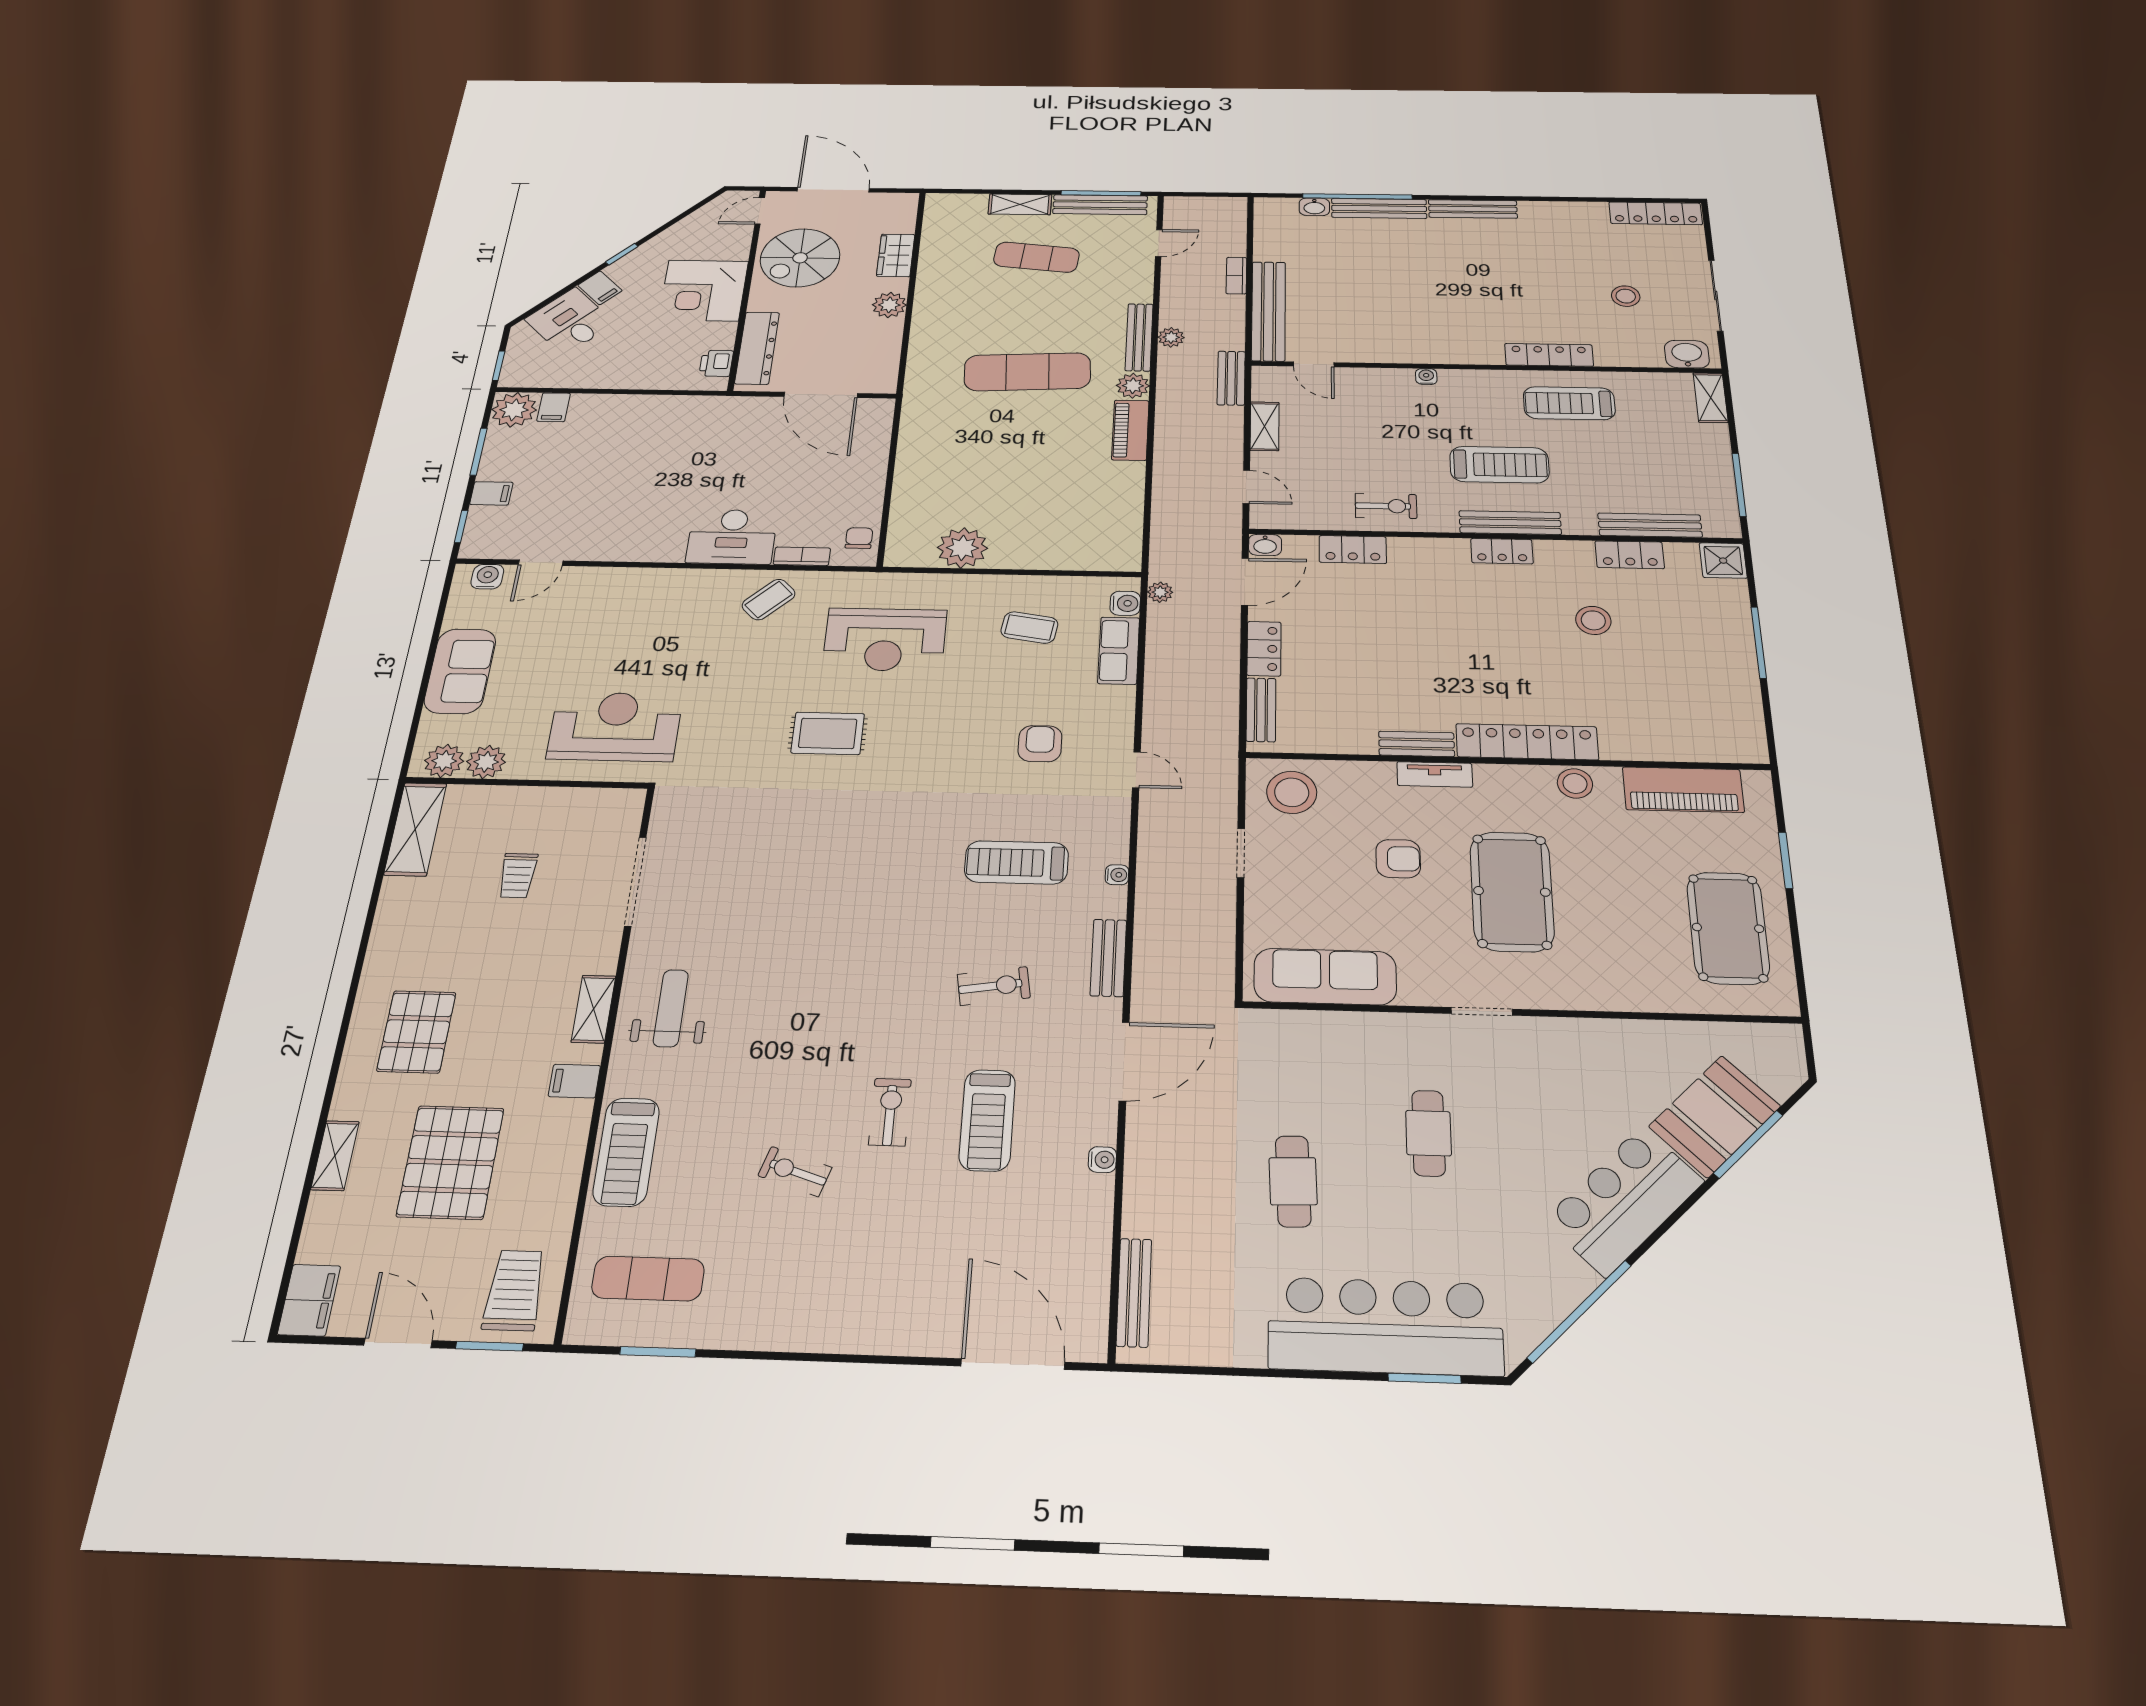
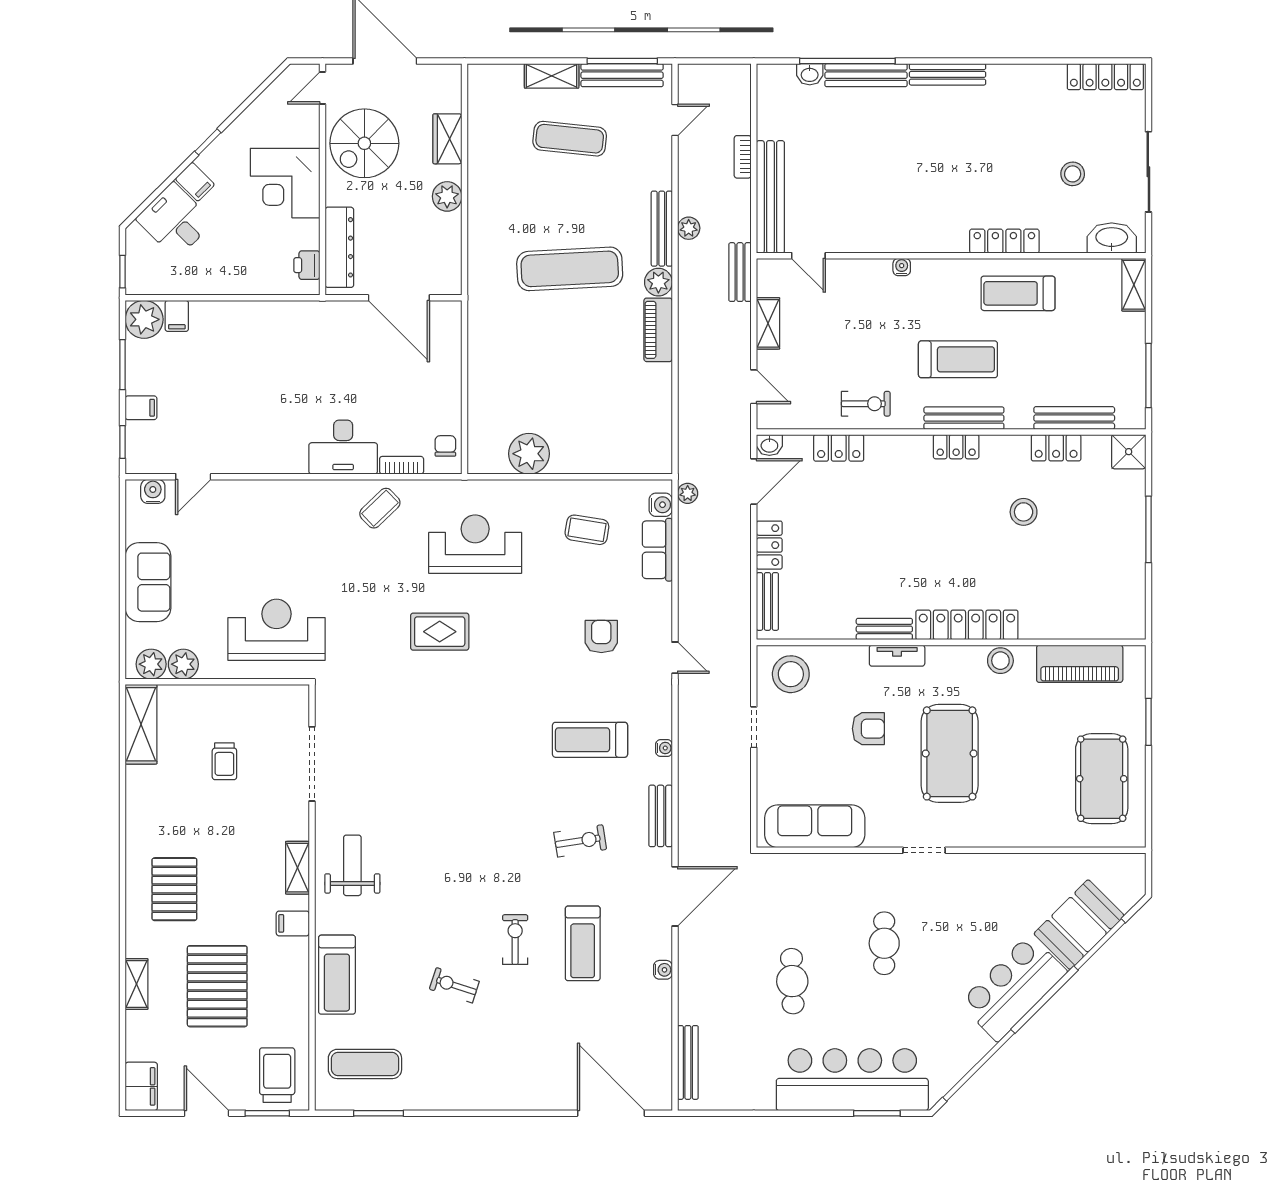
washbasin: (1687, 354) -> (1112, 238), width x1.38
reception desk: (885, 640) -> (475, 544), turned 180

